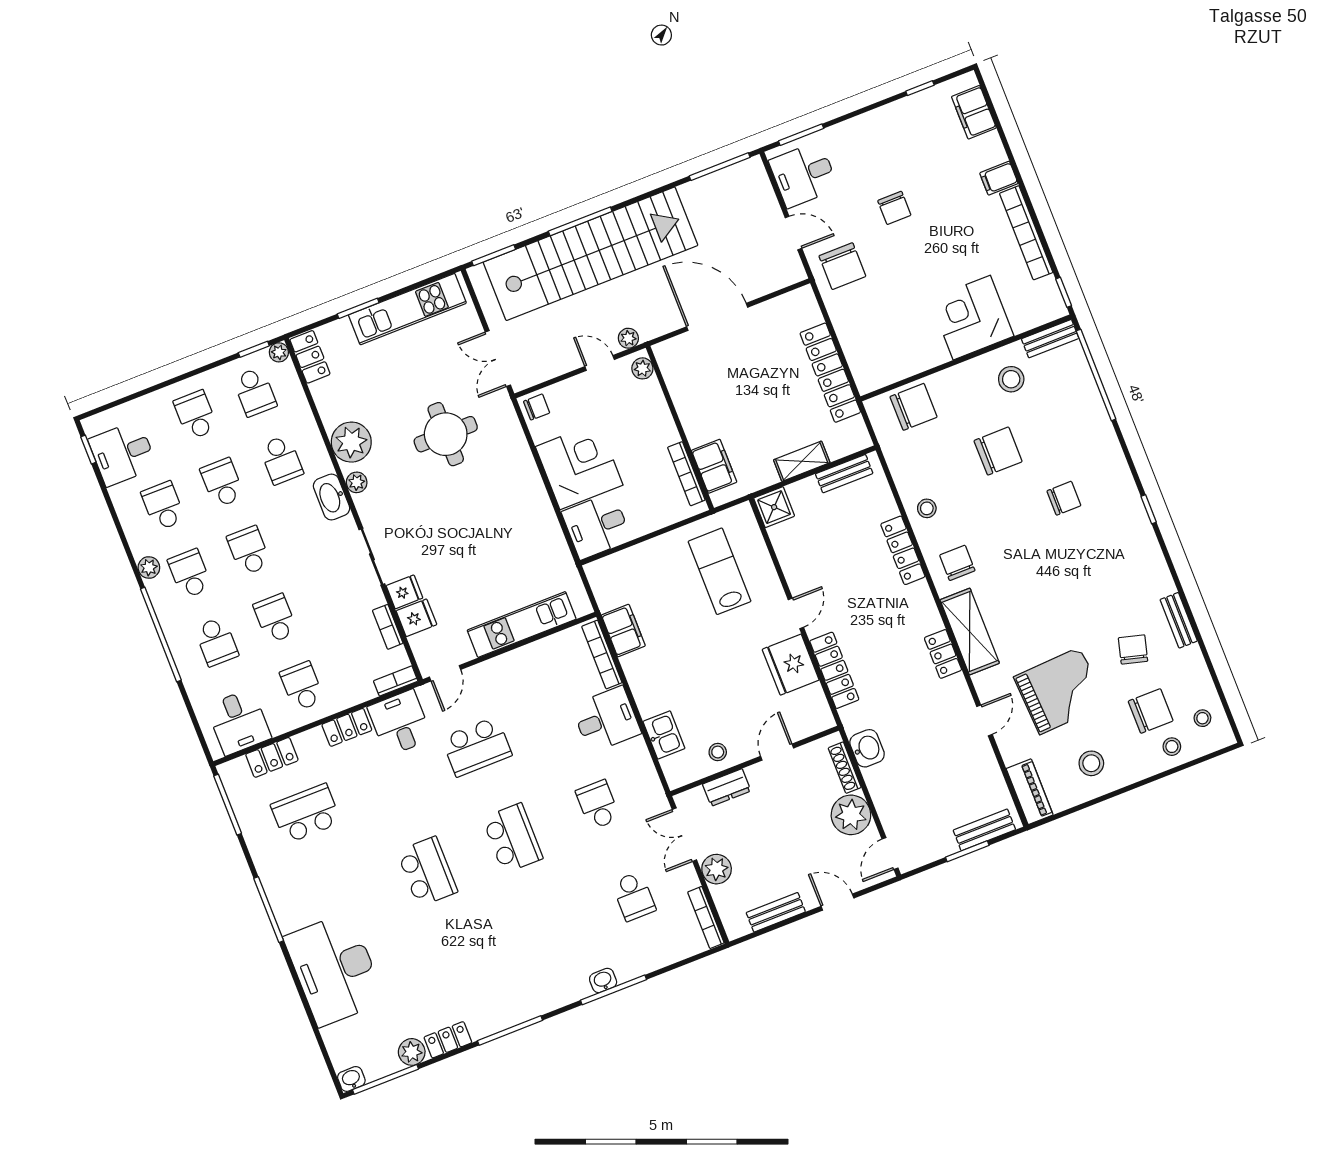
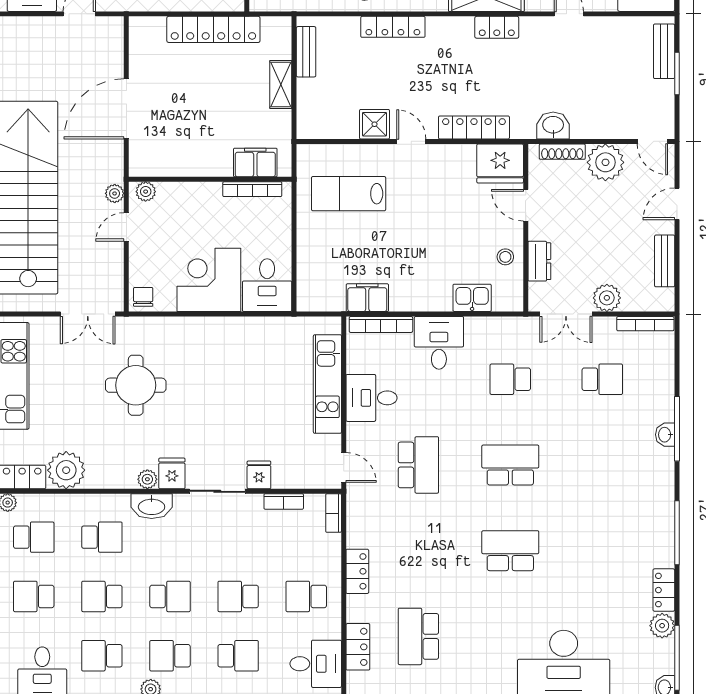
plant: (351, 442) -> (66, 470), moved
shower: (774, 507) -> (375, 124), moved
school desk: (249, 551) -> (170, 596), turned 180
fridge: (416, 618) -> (172, 473), moved
fridge: (791, 665) -> (500, 164), moved
desk: (400, 723) -> (372, 398), moved

